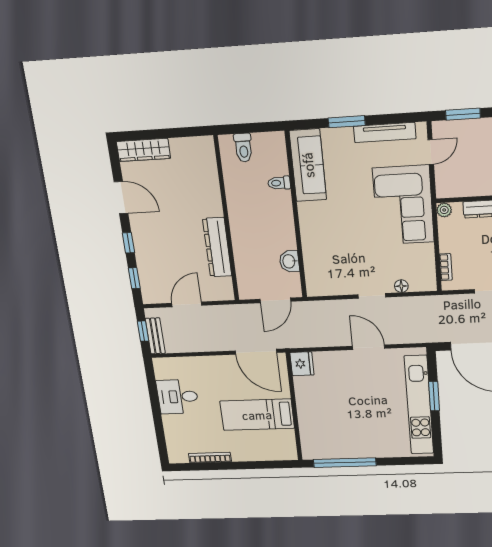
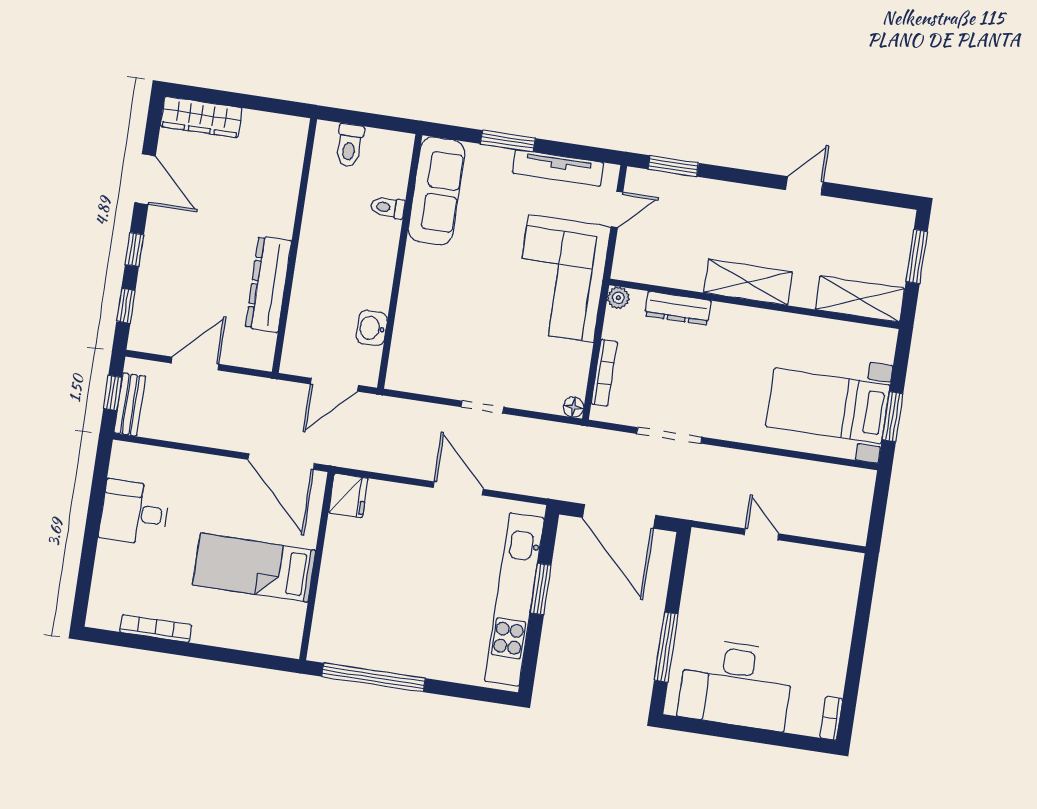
bookcase: (446, 267) -> (604, 373), width x1.56
floor lamp: (401, 286) -> (574, 407), moved

